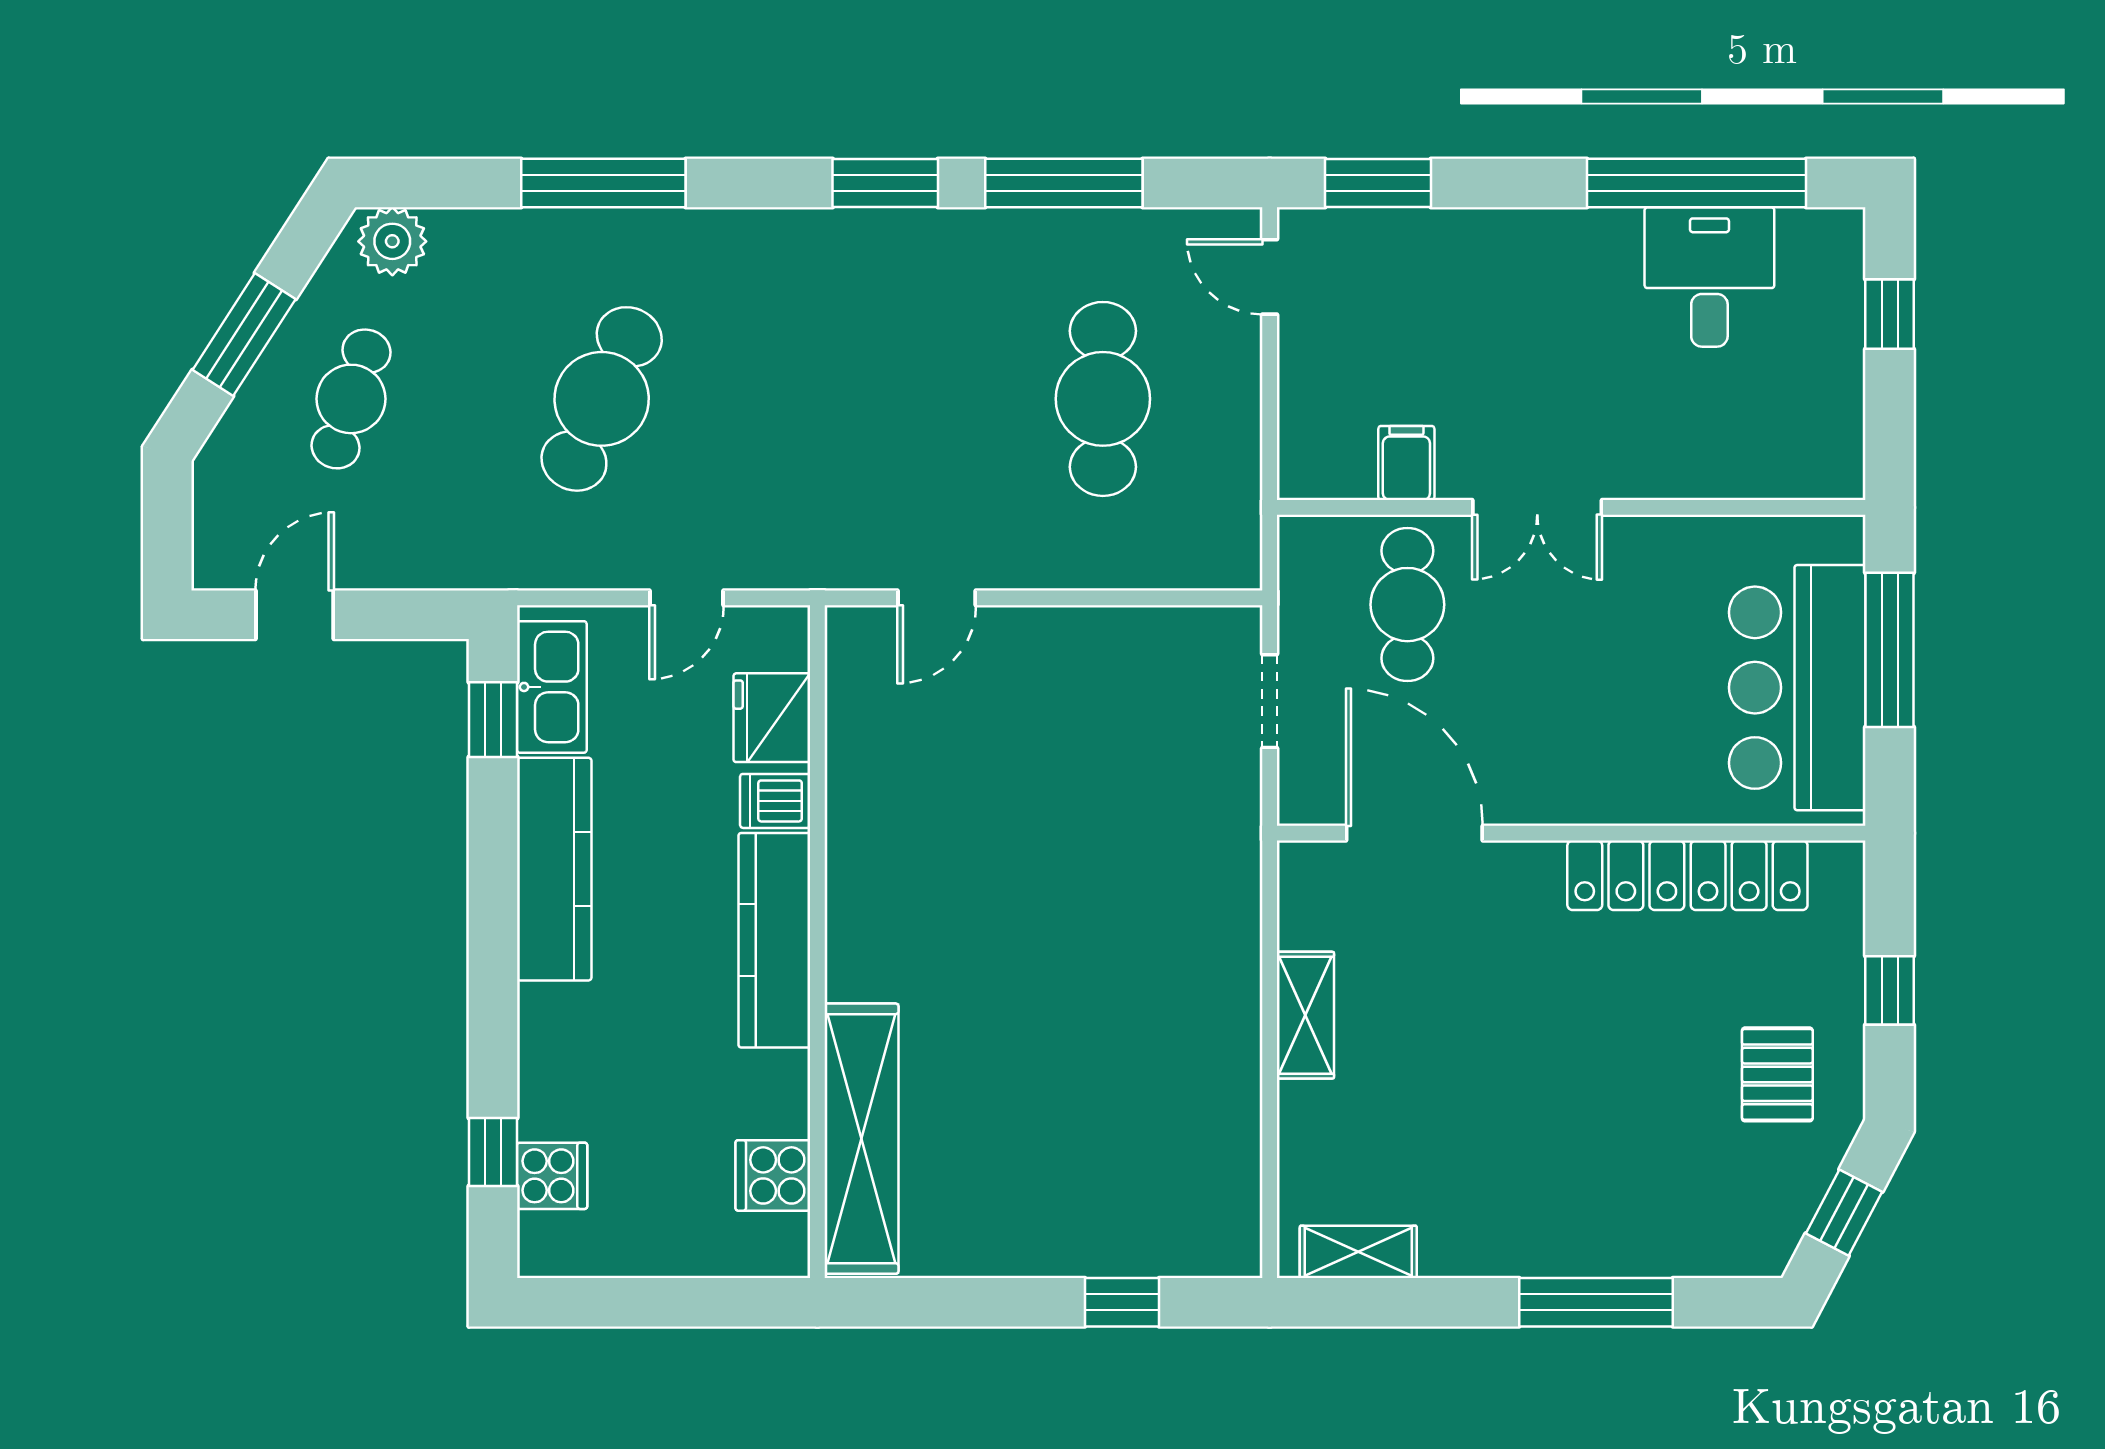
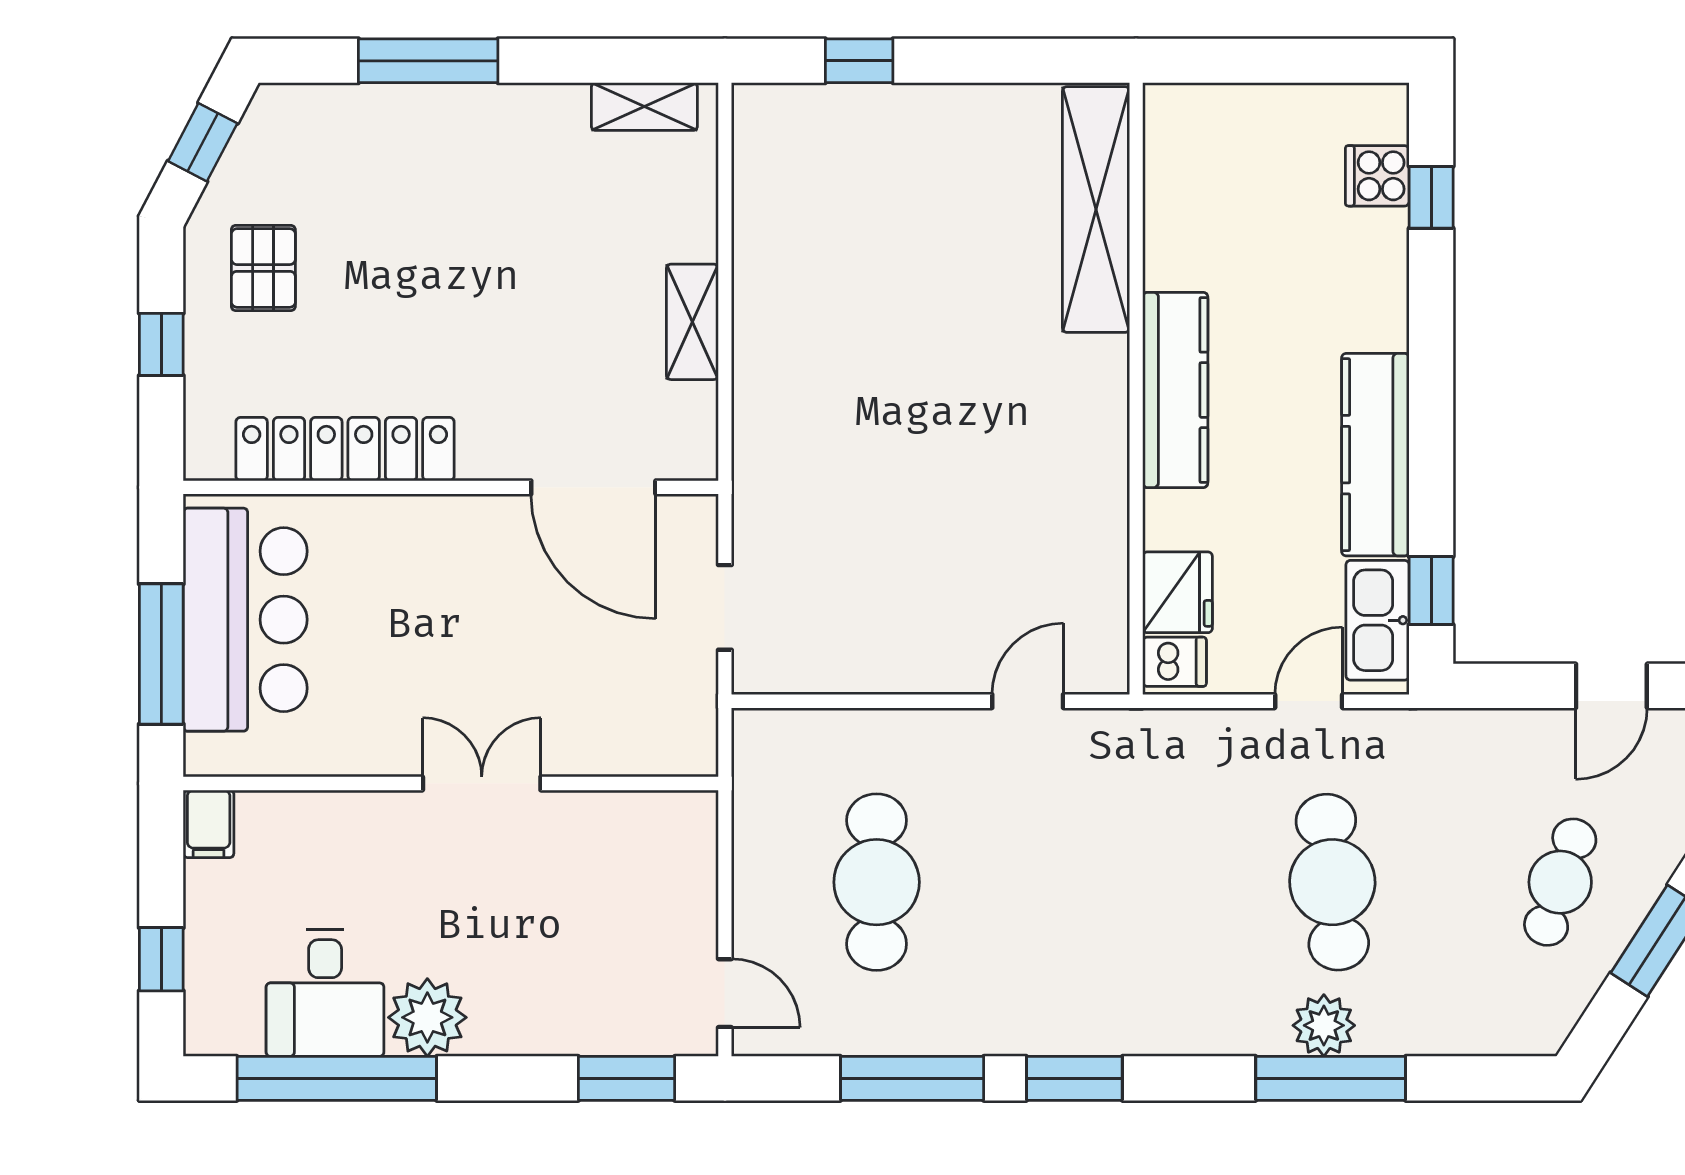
plant: (392, 241) -> (1324, 1025), moved
plant: (1597, 250) -> (427, 1017), added
cafe table: (602, 399) -> (1332, 882), turned -30
filing cabinet: (1406, 463) -> (209, 824), moved
door: (687, 598) -> (1309, 701), moved
cafe table: (1407, 605) -> (600, 695), removed
dishwasher: (775, 801) -> (1174, 662), moved
cooker: (773, 1175) -> (1177, 176), removed

